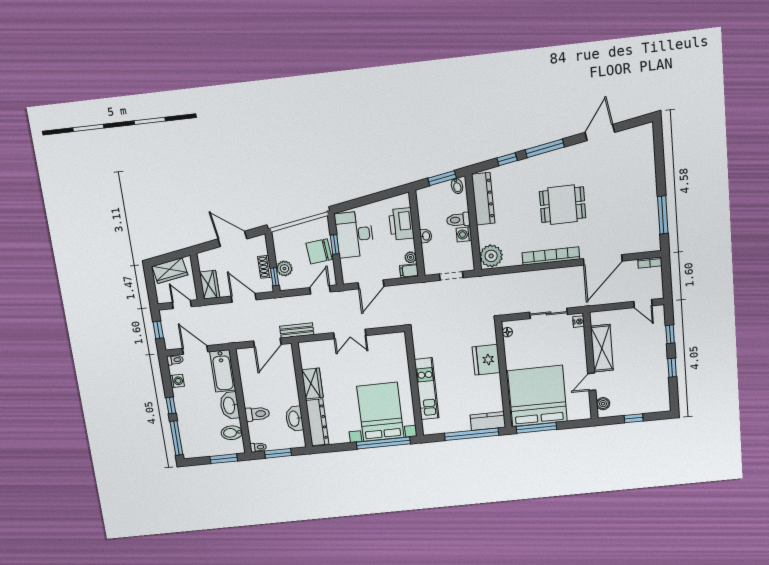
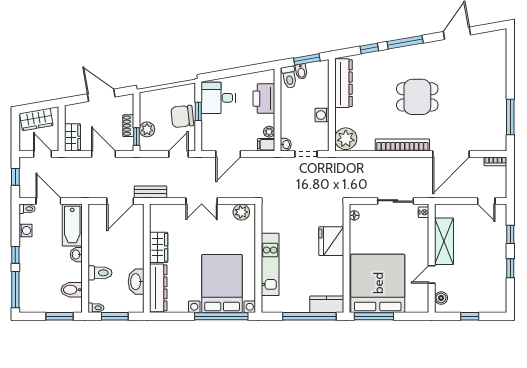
bidet: (457, 186) -> (301, 72), moved
toilet: (458, 220) -> (289, 77), moved, turned -100
desk: (354, 234) -> (218, 98), width x0.73
washbasin: (426, 236) -> (286, 145), moved
plant: (391, 341) -> (241, 212), added
washbasin: (230, 405) -> (76, 255), width x0.52, depth x0.69

